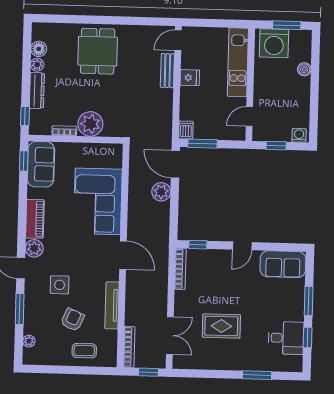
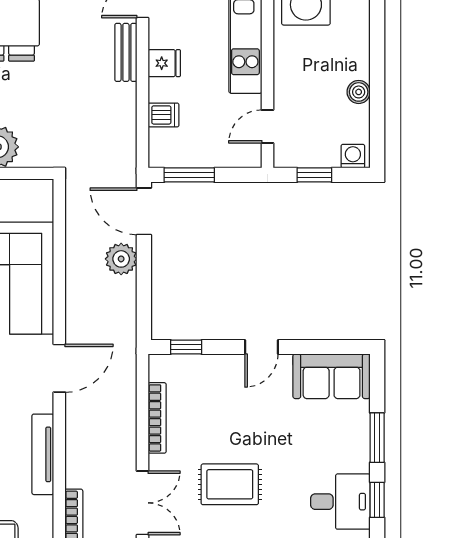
boiler: (304, 69) -> (359, 92), moved
dishwasher: (186, 130) -> (163, 115), moved, turned 90
door: (123, 255) -> (59, 368), hinge flipped
bookcase: (180, 269) -> (157, 418), moved

